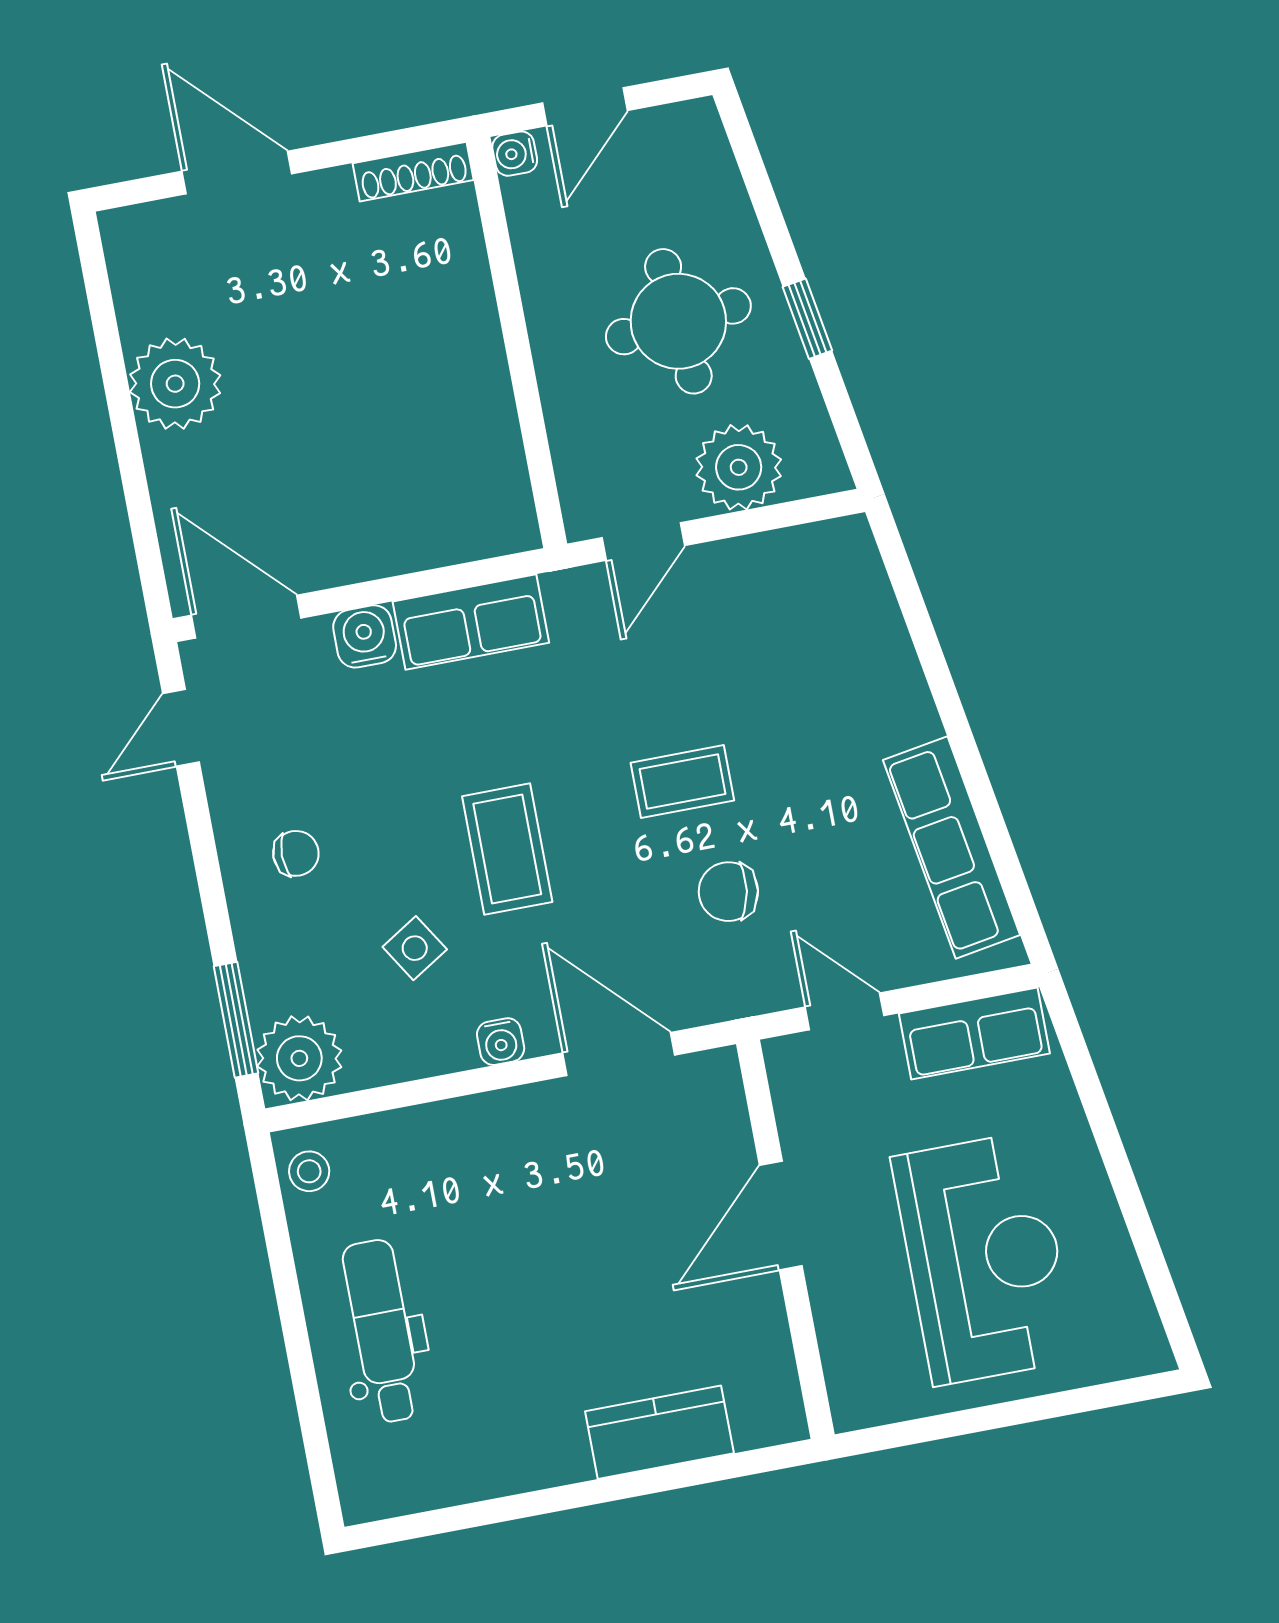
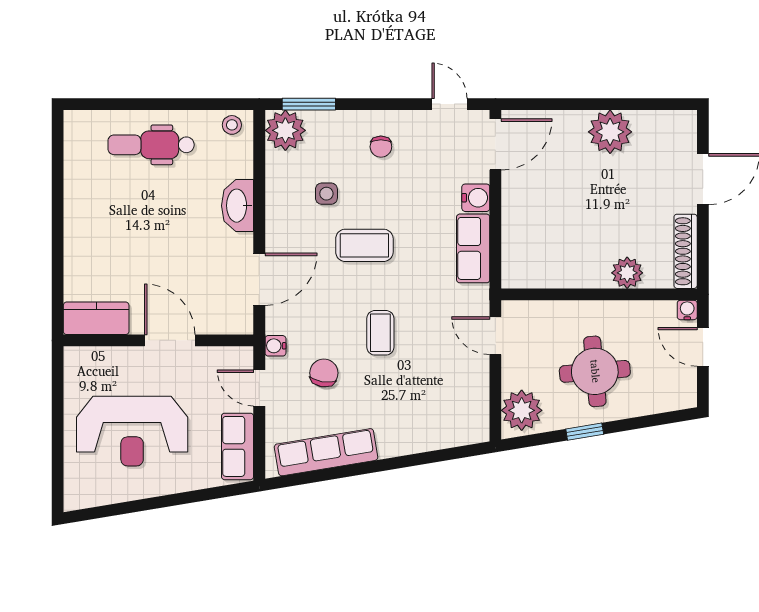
shoe rack: (413, 172) -> (686, 251), width x1.36, depth x1.24
plant: (461, 293) -> (627, 273), added
plant: (739, 467) -> (522, 410), moved
chair: (728, 892) -> (324, 373), moved
side table: (415, 948) -> (326, 194), turned 32
door: (845, 1011) -> (259, 388), swing flipped
water cooler: (501, 1042) -> (275, 346), moved
washbasin: (474, 1128) -> (238, 206), added
dental chair: (382, 1331) -> (151, 145), turned 180
kitchen counter: (659, 1432) -> (96, 318), moved, turned -90

